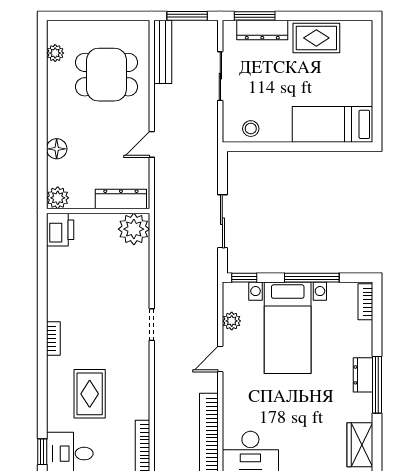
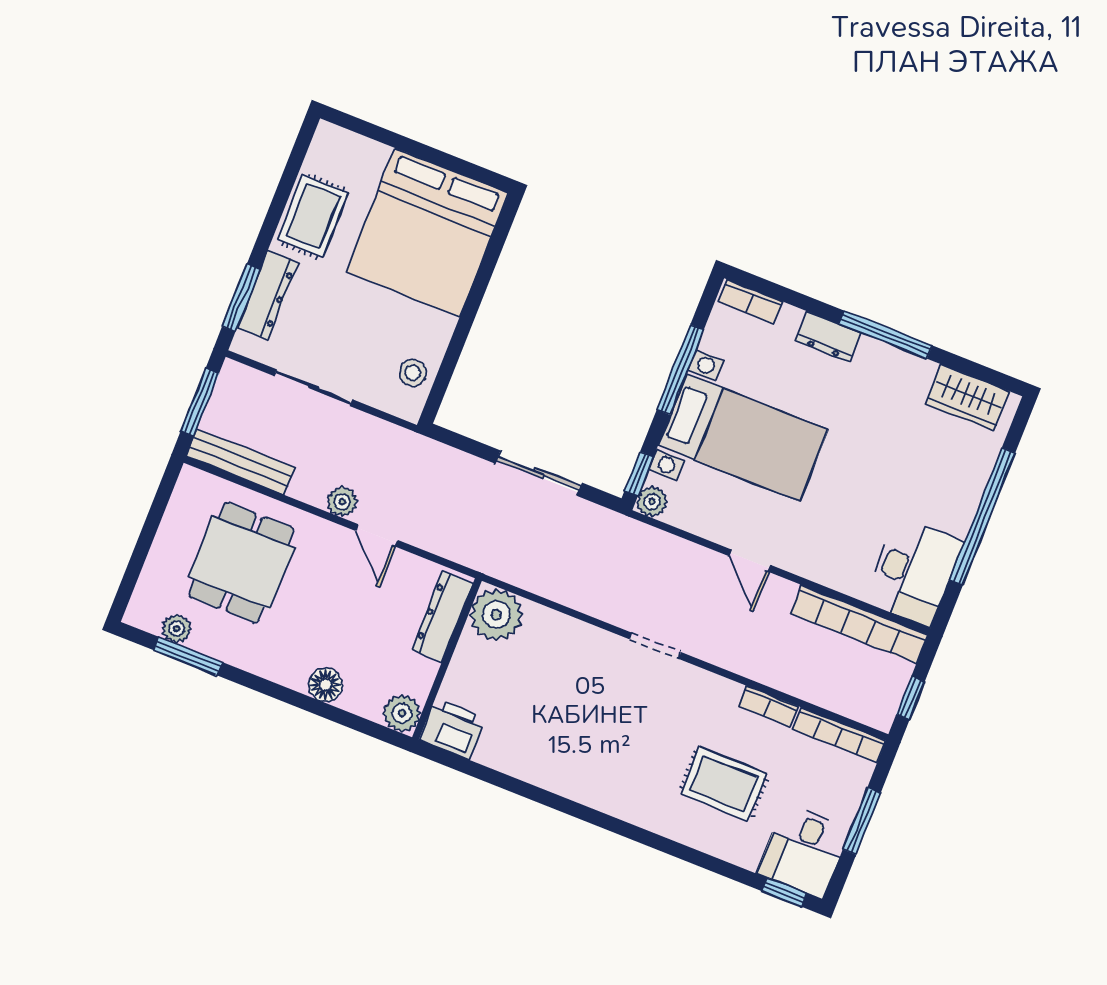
window: (42, 65) -> (188, 656), added
plant: (163, 118) -> (342, 502), added
bed: (333, 124) -> (427, 232), width x2.04
plant: (232, 321) -> (652, 502), moved
bookcase: (53, 339) -> (768, 706), moved, turned 180
dresser: (363, 375) -> (828, 337), moved

